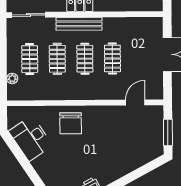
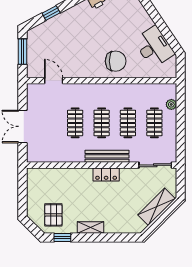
door: (135, 102) -> (54, 81), swing flipped
chair: (71, 123) -> (116, 61), turned 90
window: (138, 173) -> (51, 13), added

